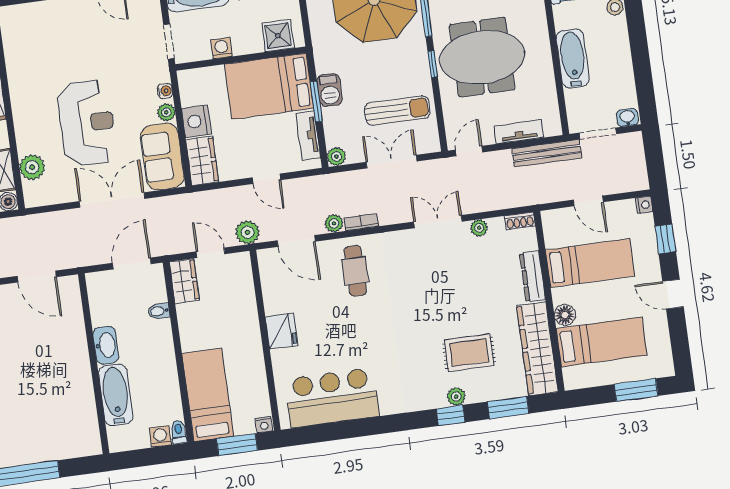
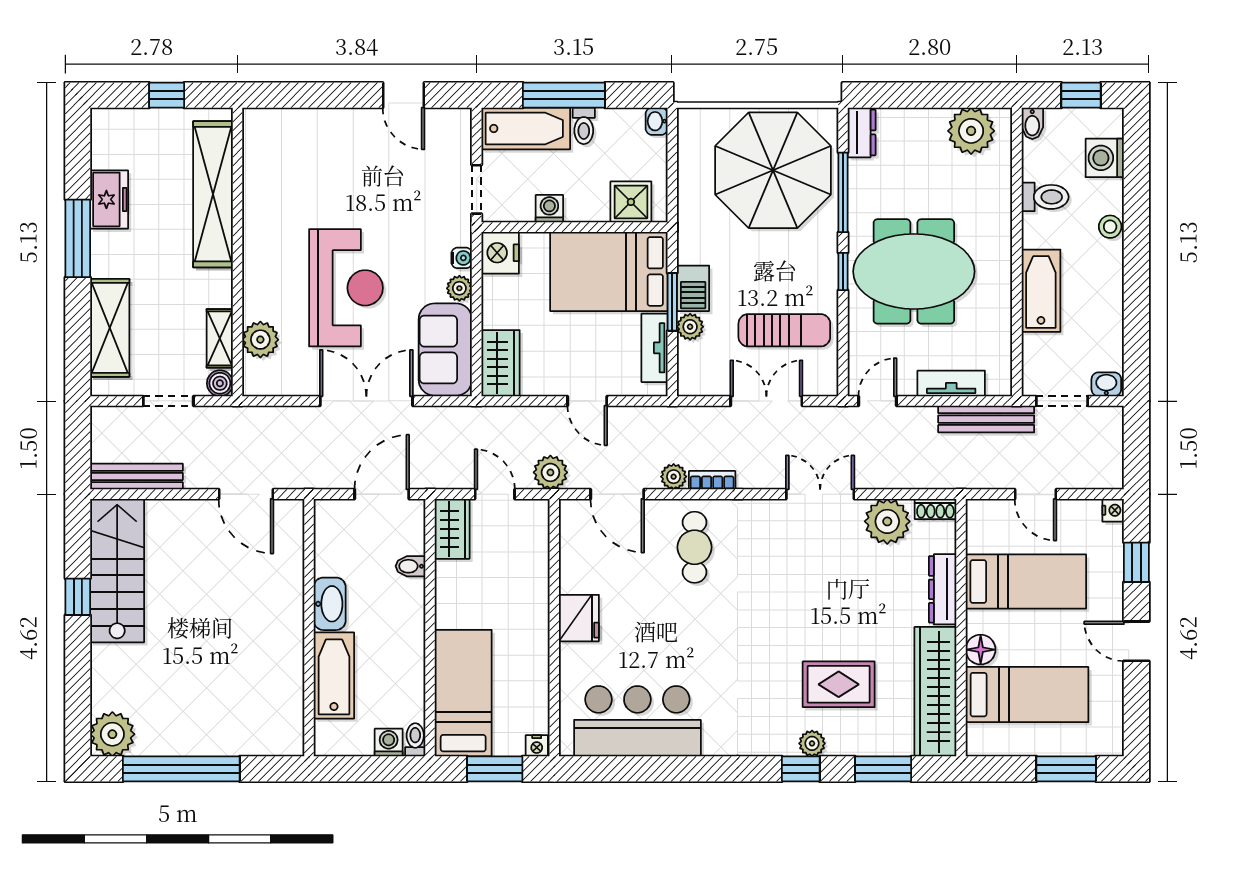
nightstand: (196, 121) -> (500, 253), moved
plant: (336, 157) -> (690, 327), moved
plant: (479, 228) -> (887, 521), width x1.88, depth x1.88

